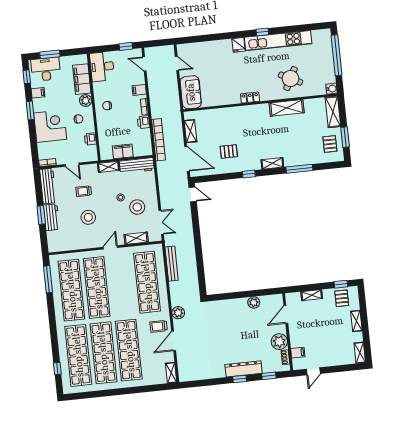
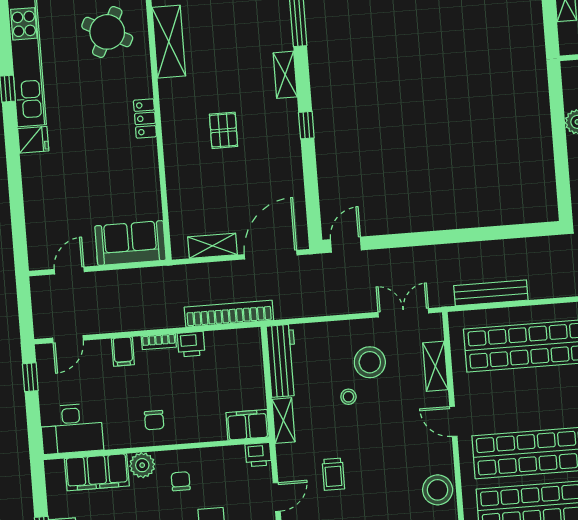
printer: (90, 139) -> (258, 455), moved
filing cabinet: (123, 151) -> (248, 425), moved, turned 90
pallet: (229, 151) -> (224, 130), moved
stool: (88, 217) -> (438, 490), moved

